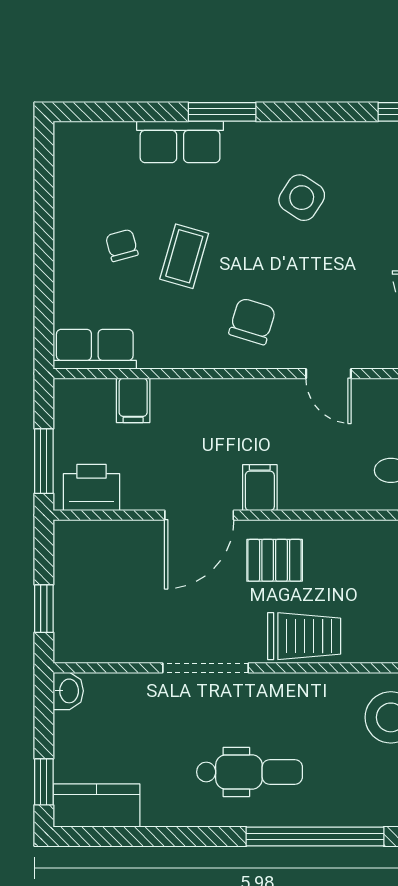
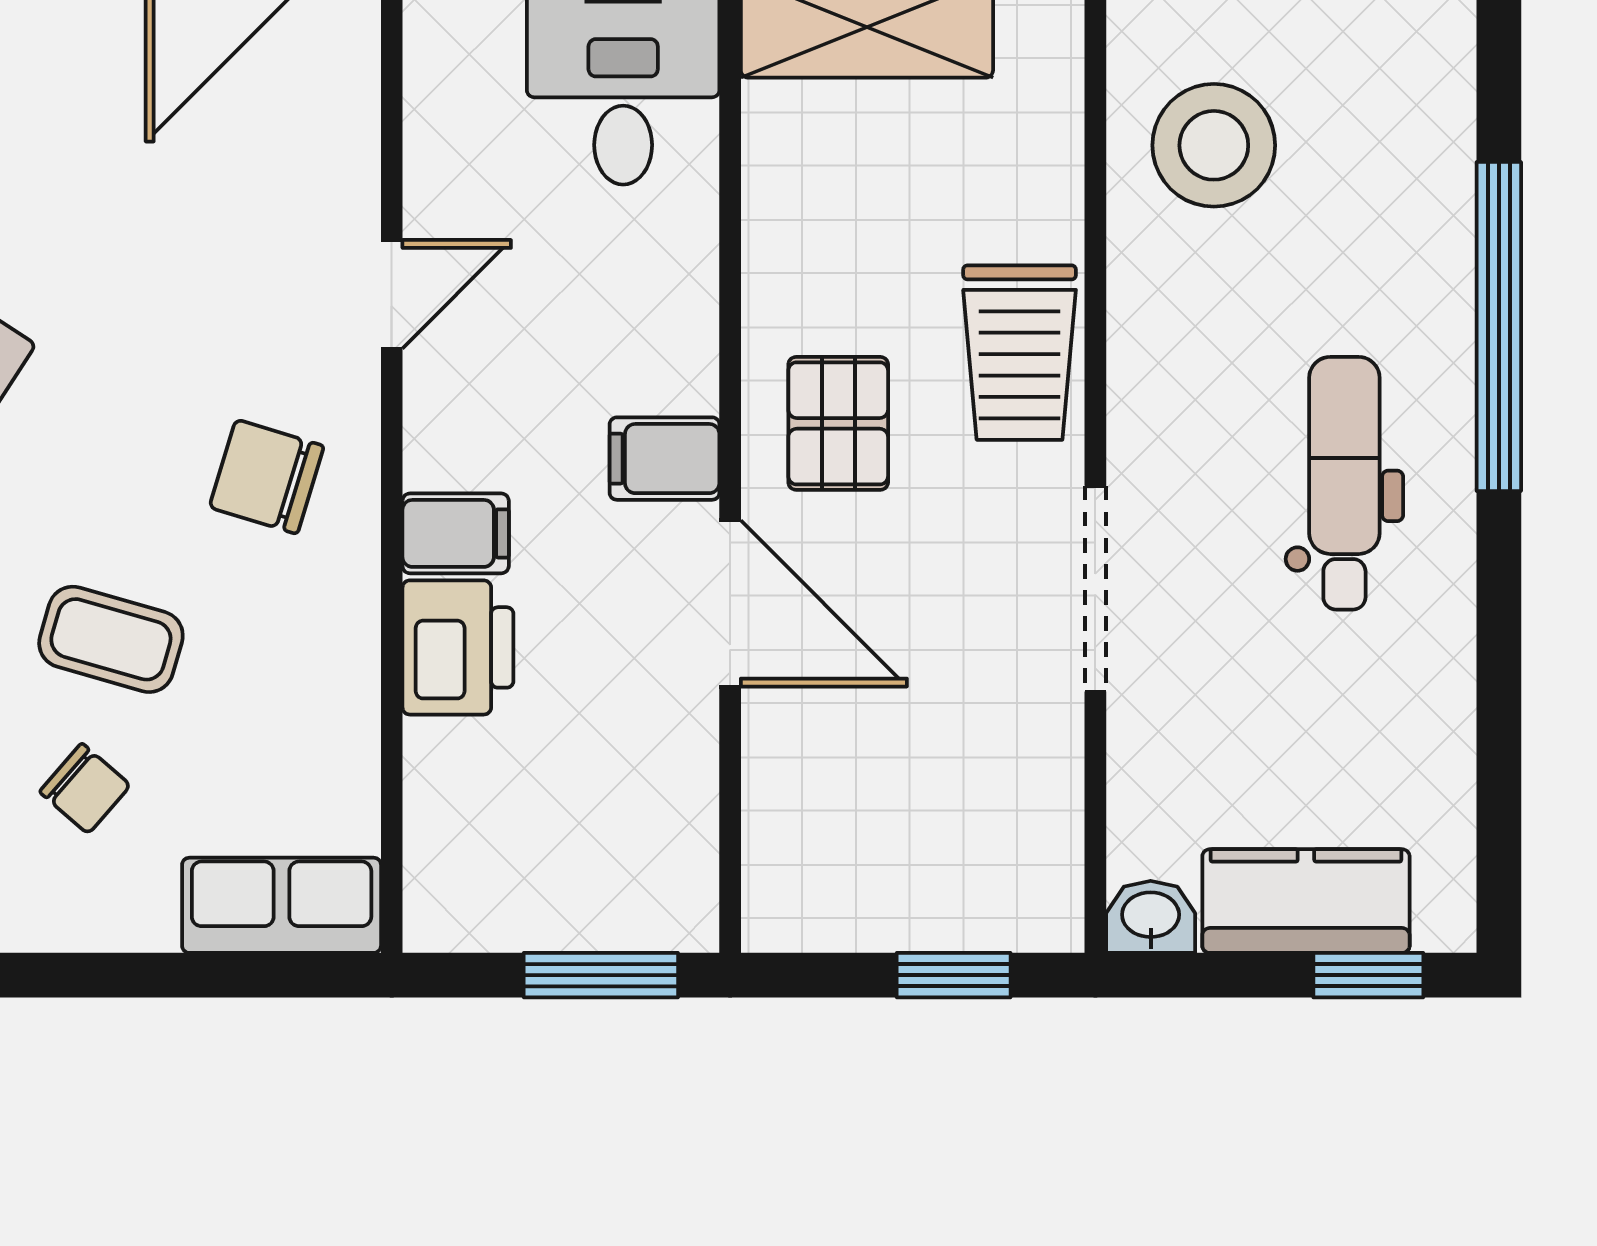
chair: (122, 245) -> (85, 789), turned -124
row of seats: (95, 349) -> (282, 905), moved, turned 90
filing cabinet: (133, 400) -> (456, 533), moved
printer: (91, 487) -> (458, 647), moved, turned 180
trolley: (304, 636) -> (1020, 353), turned 180
kitchen counter: (96, 806) -> (1306, 901), moved, turned 90

